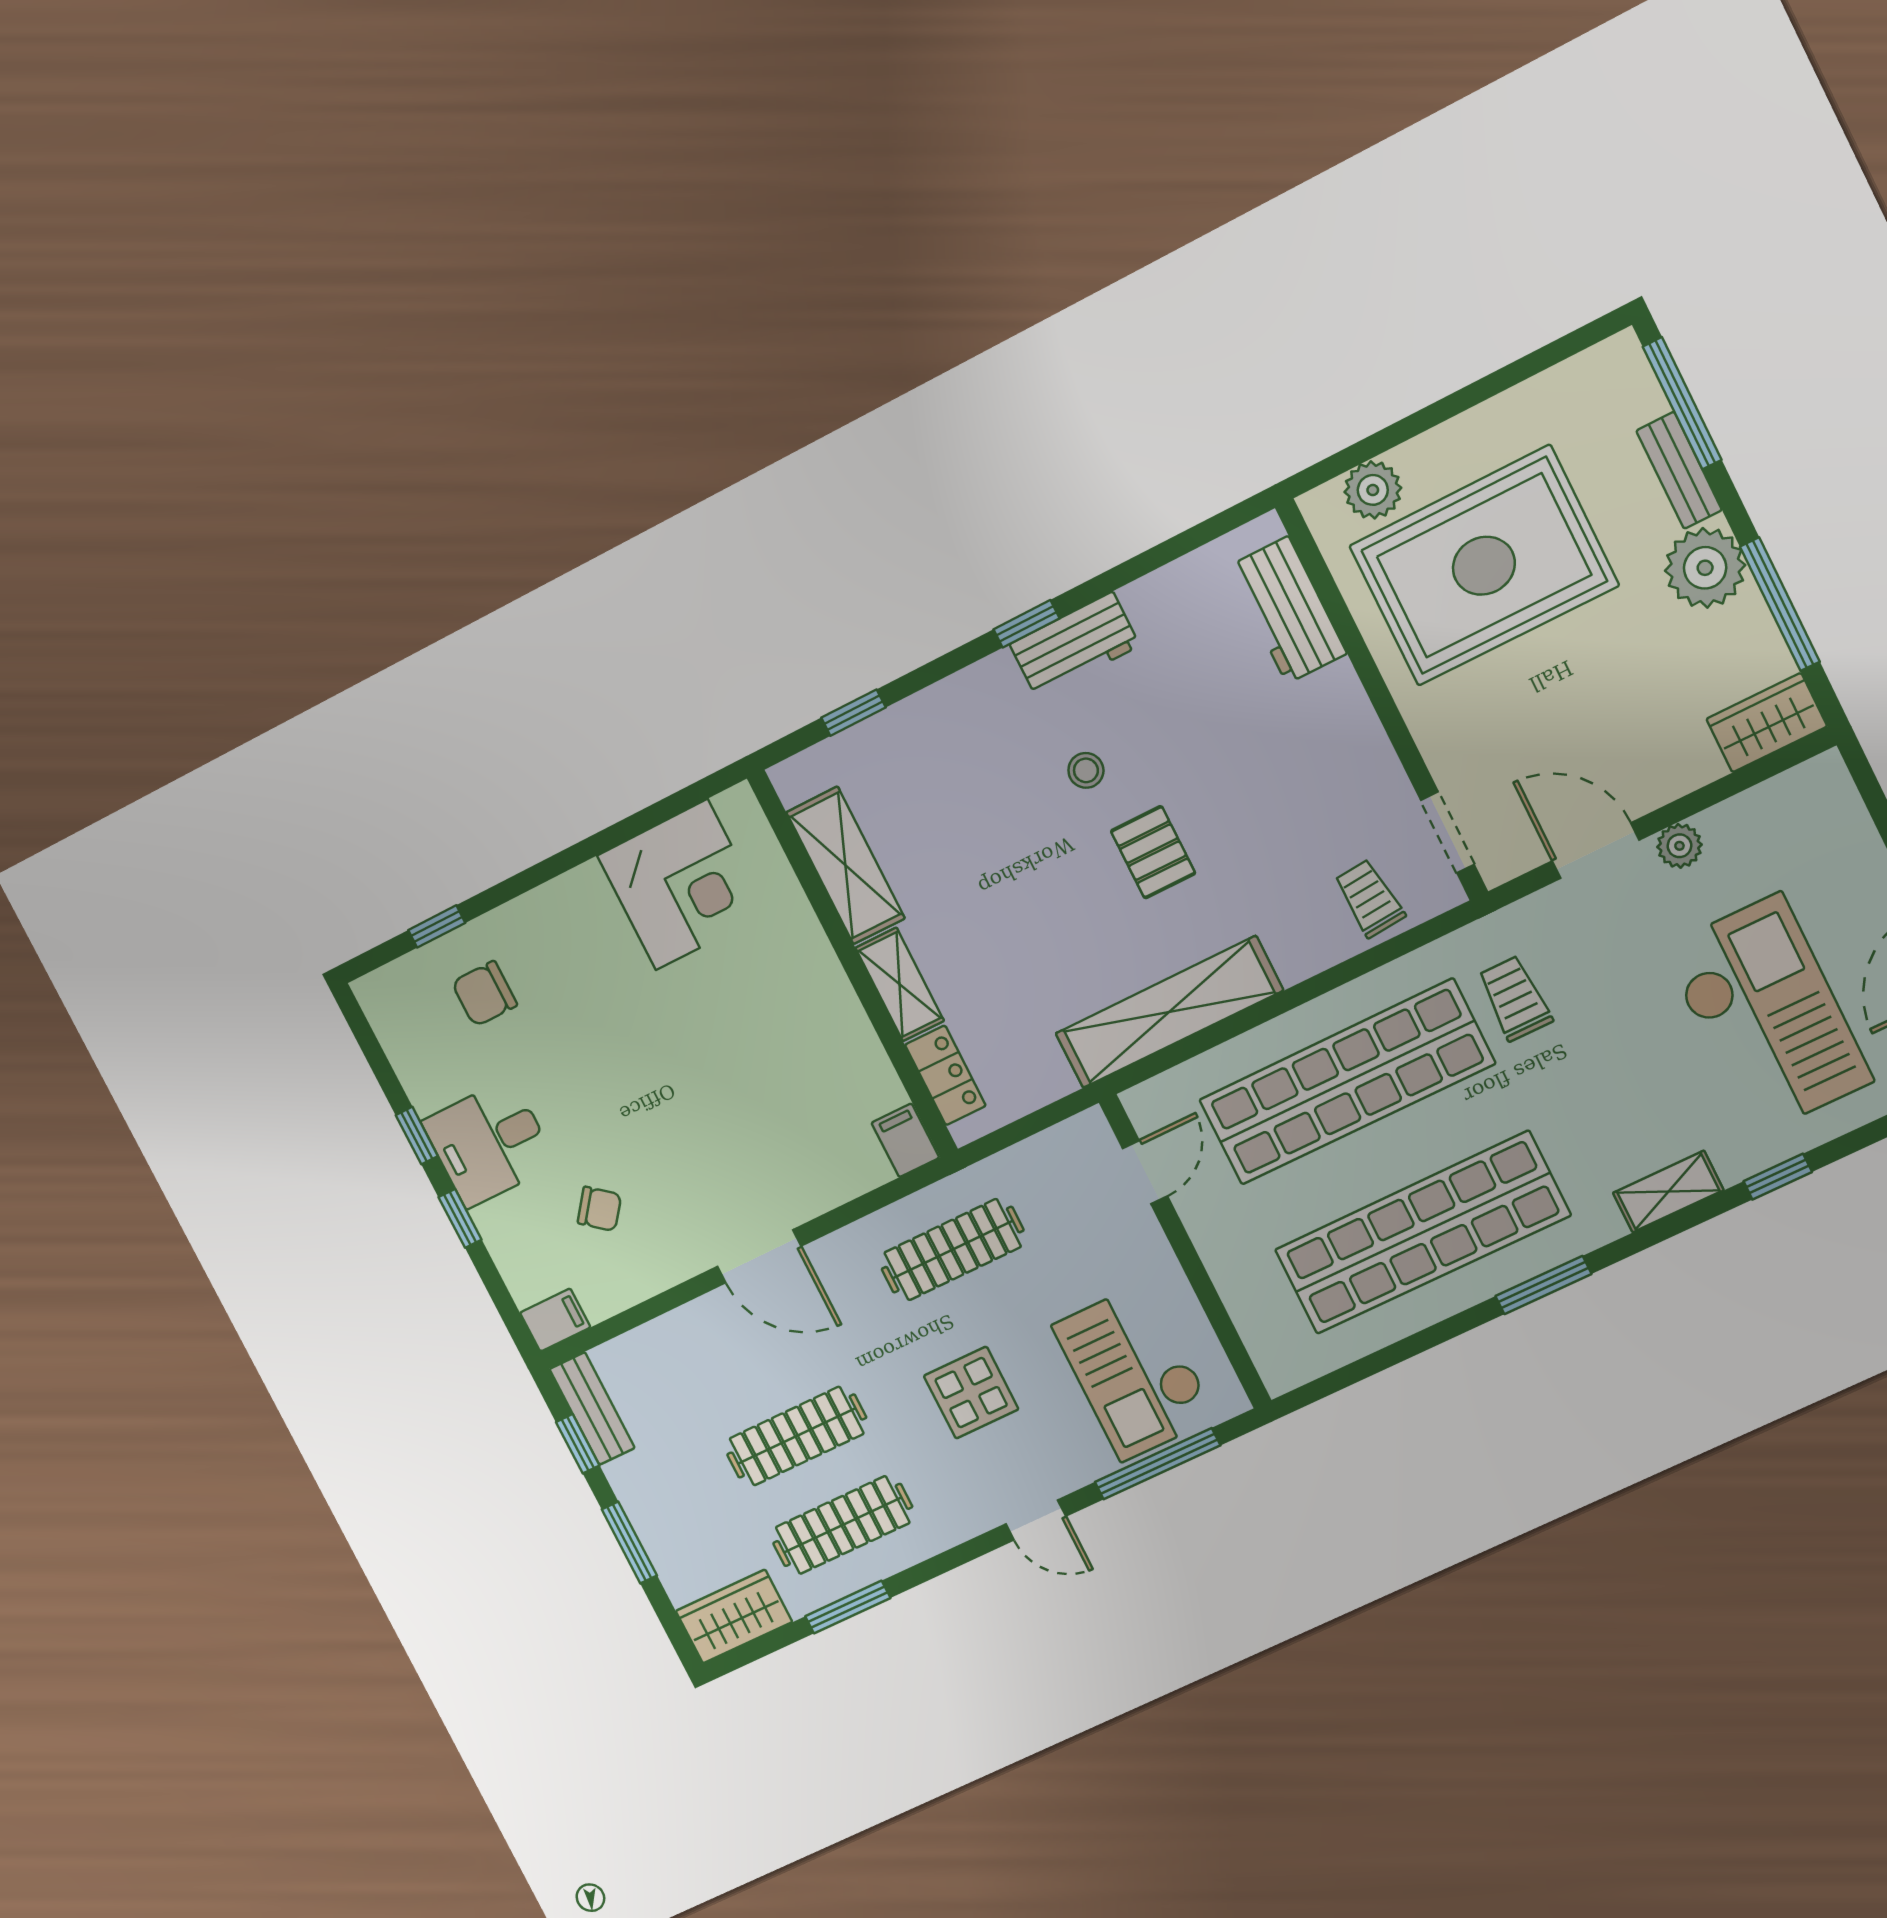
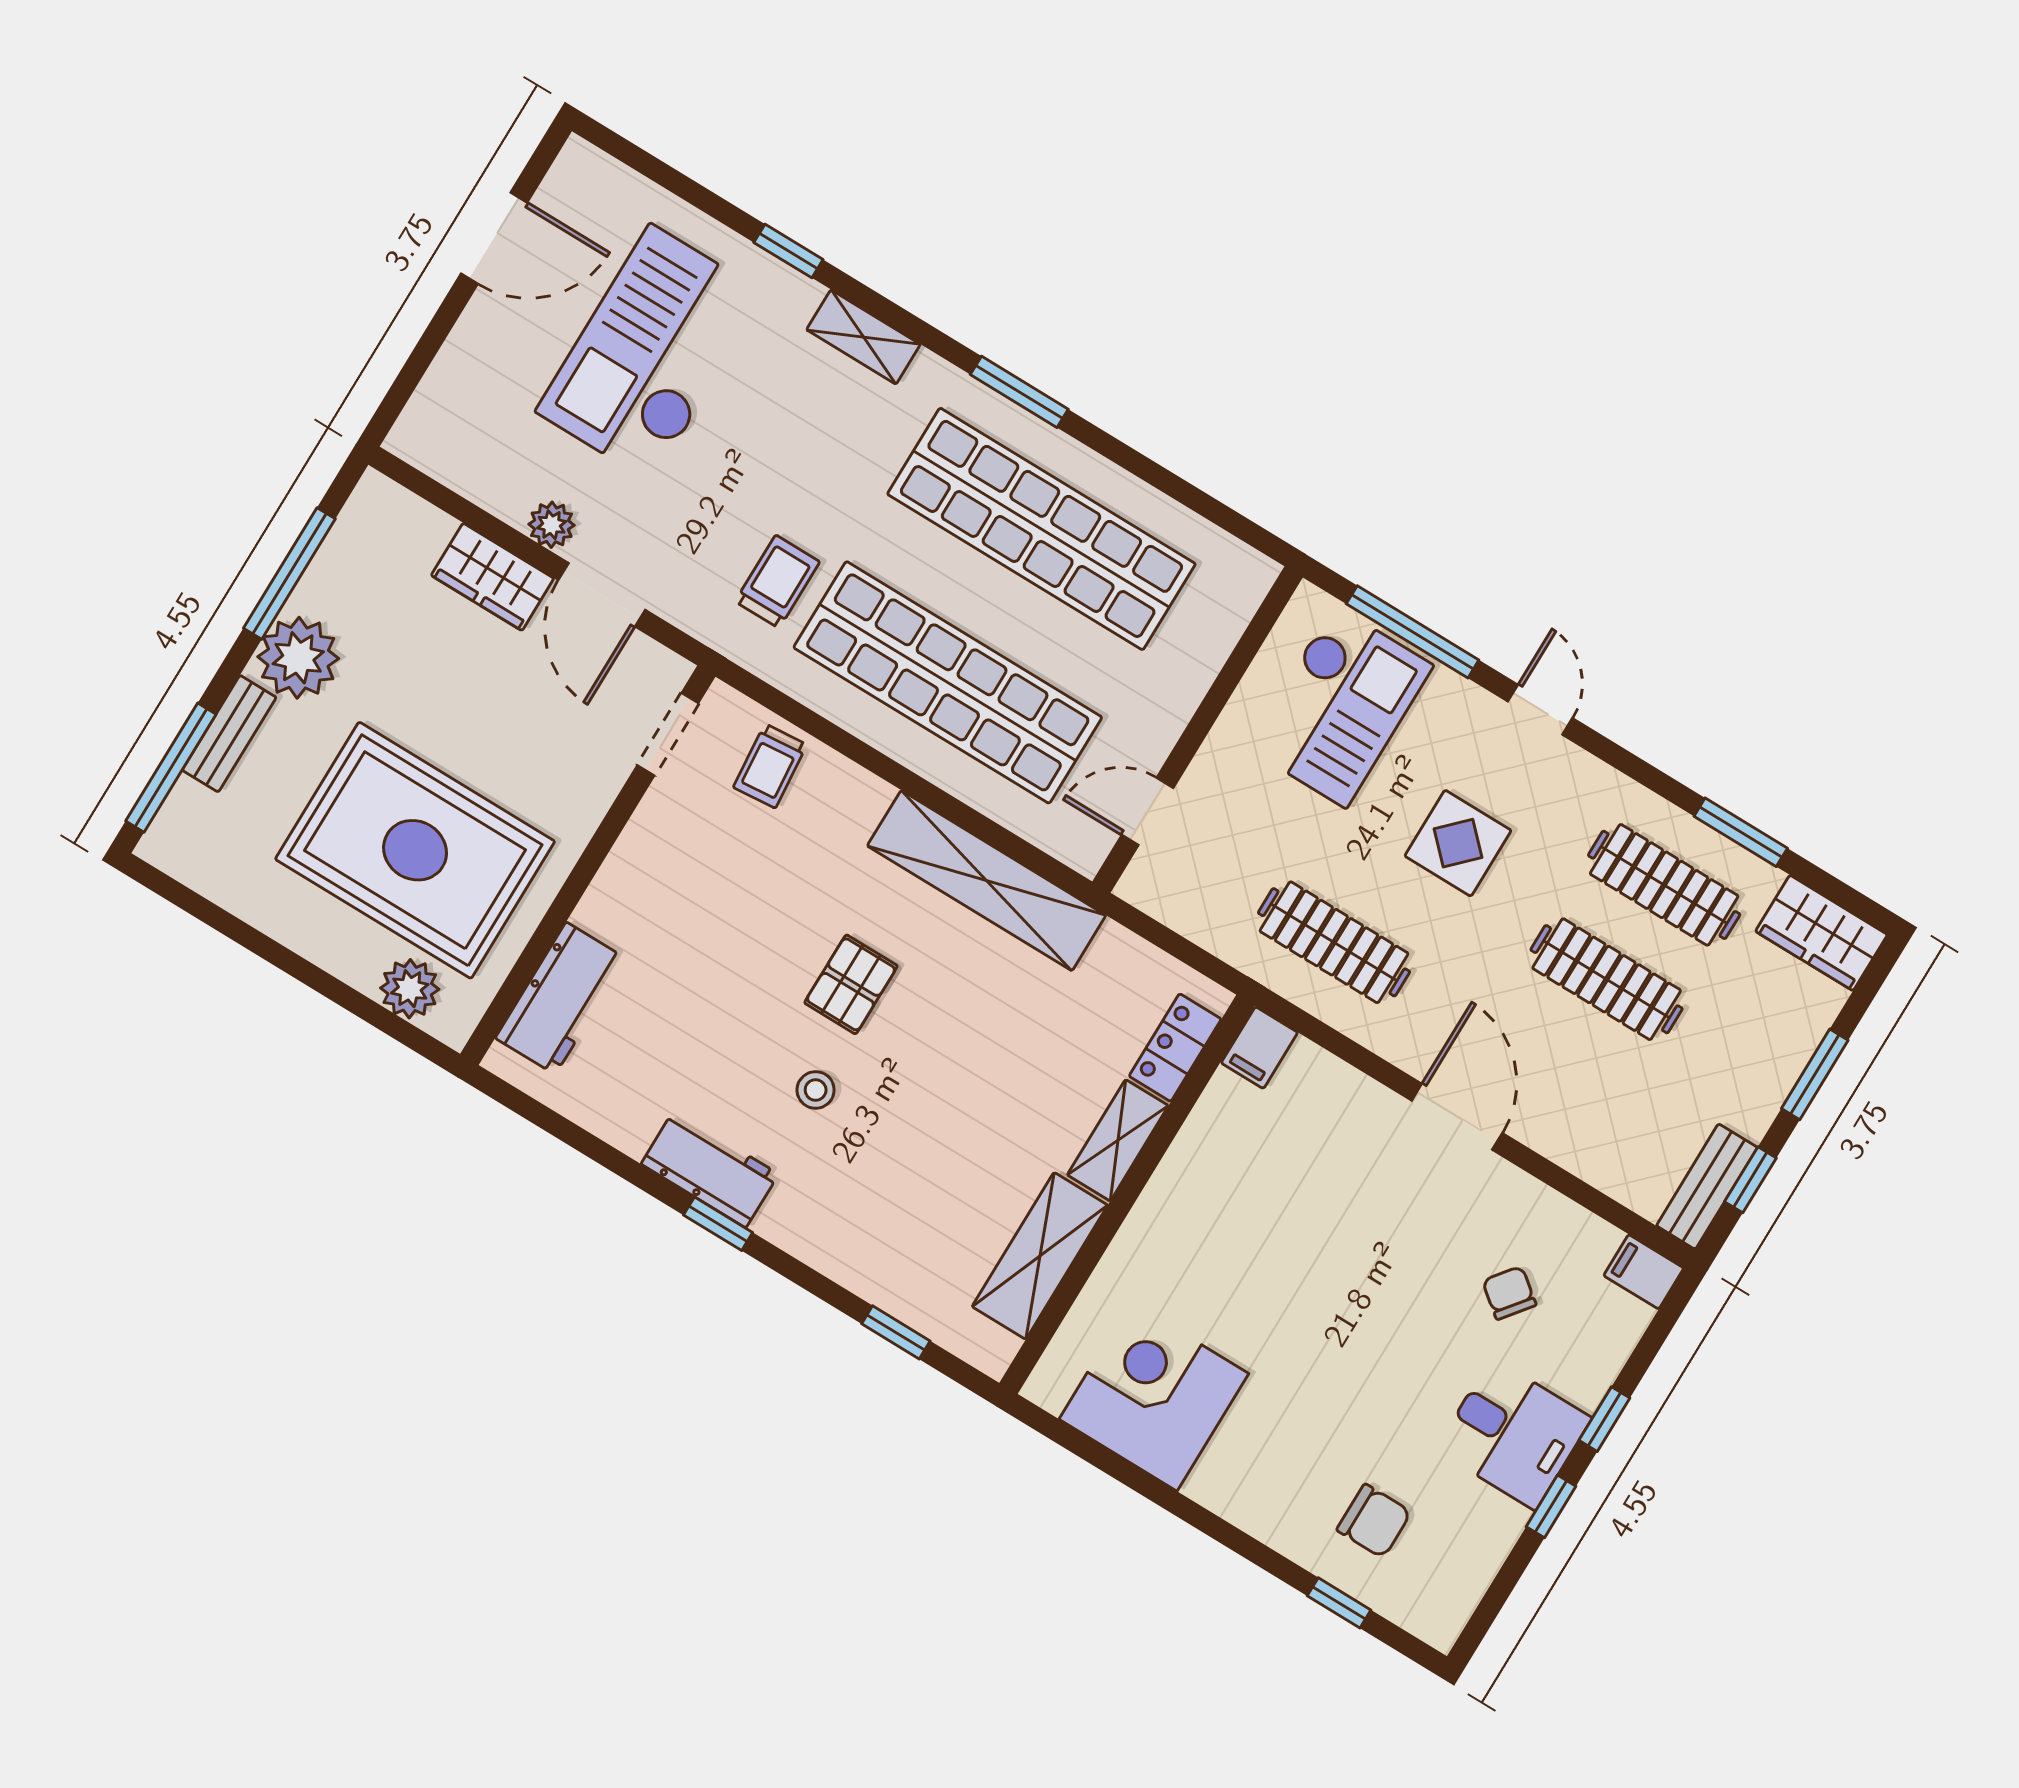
wardrobe: (1767, 723) -> (493, 577), moved
trolley: (1515, 998) -> (777, 582), turned 180

